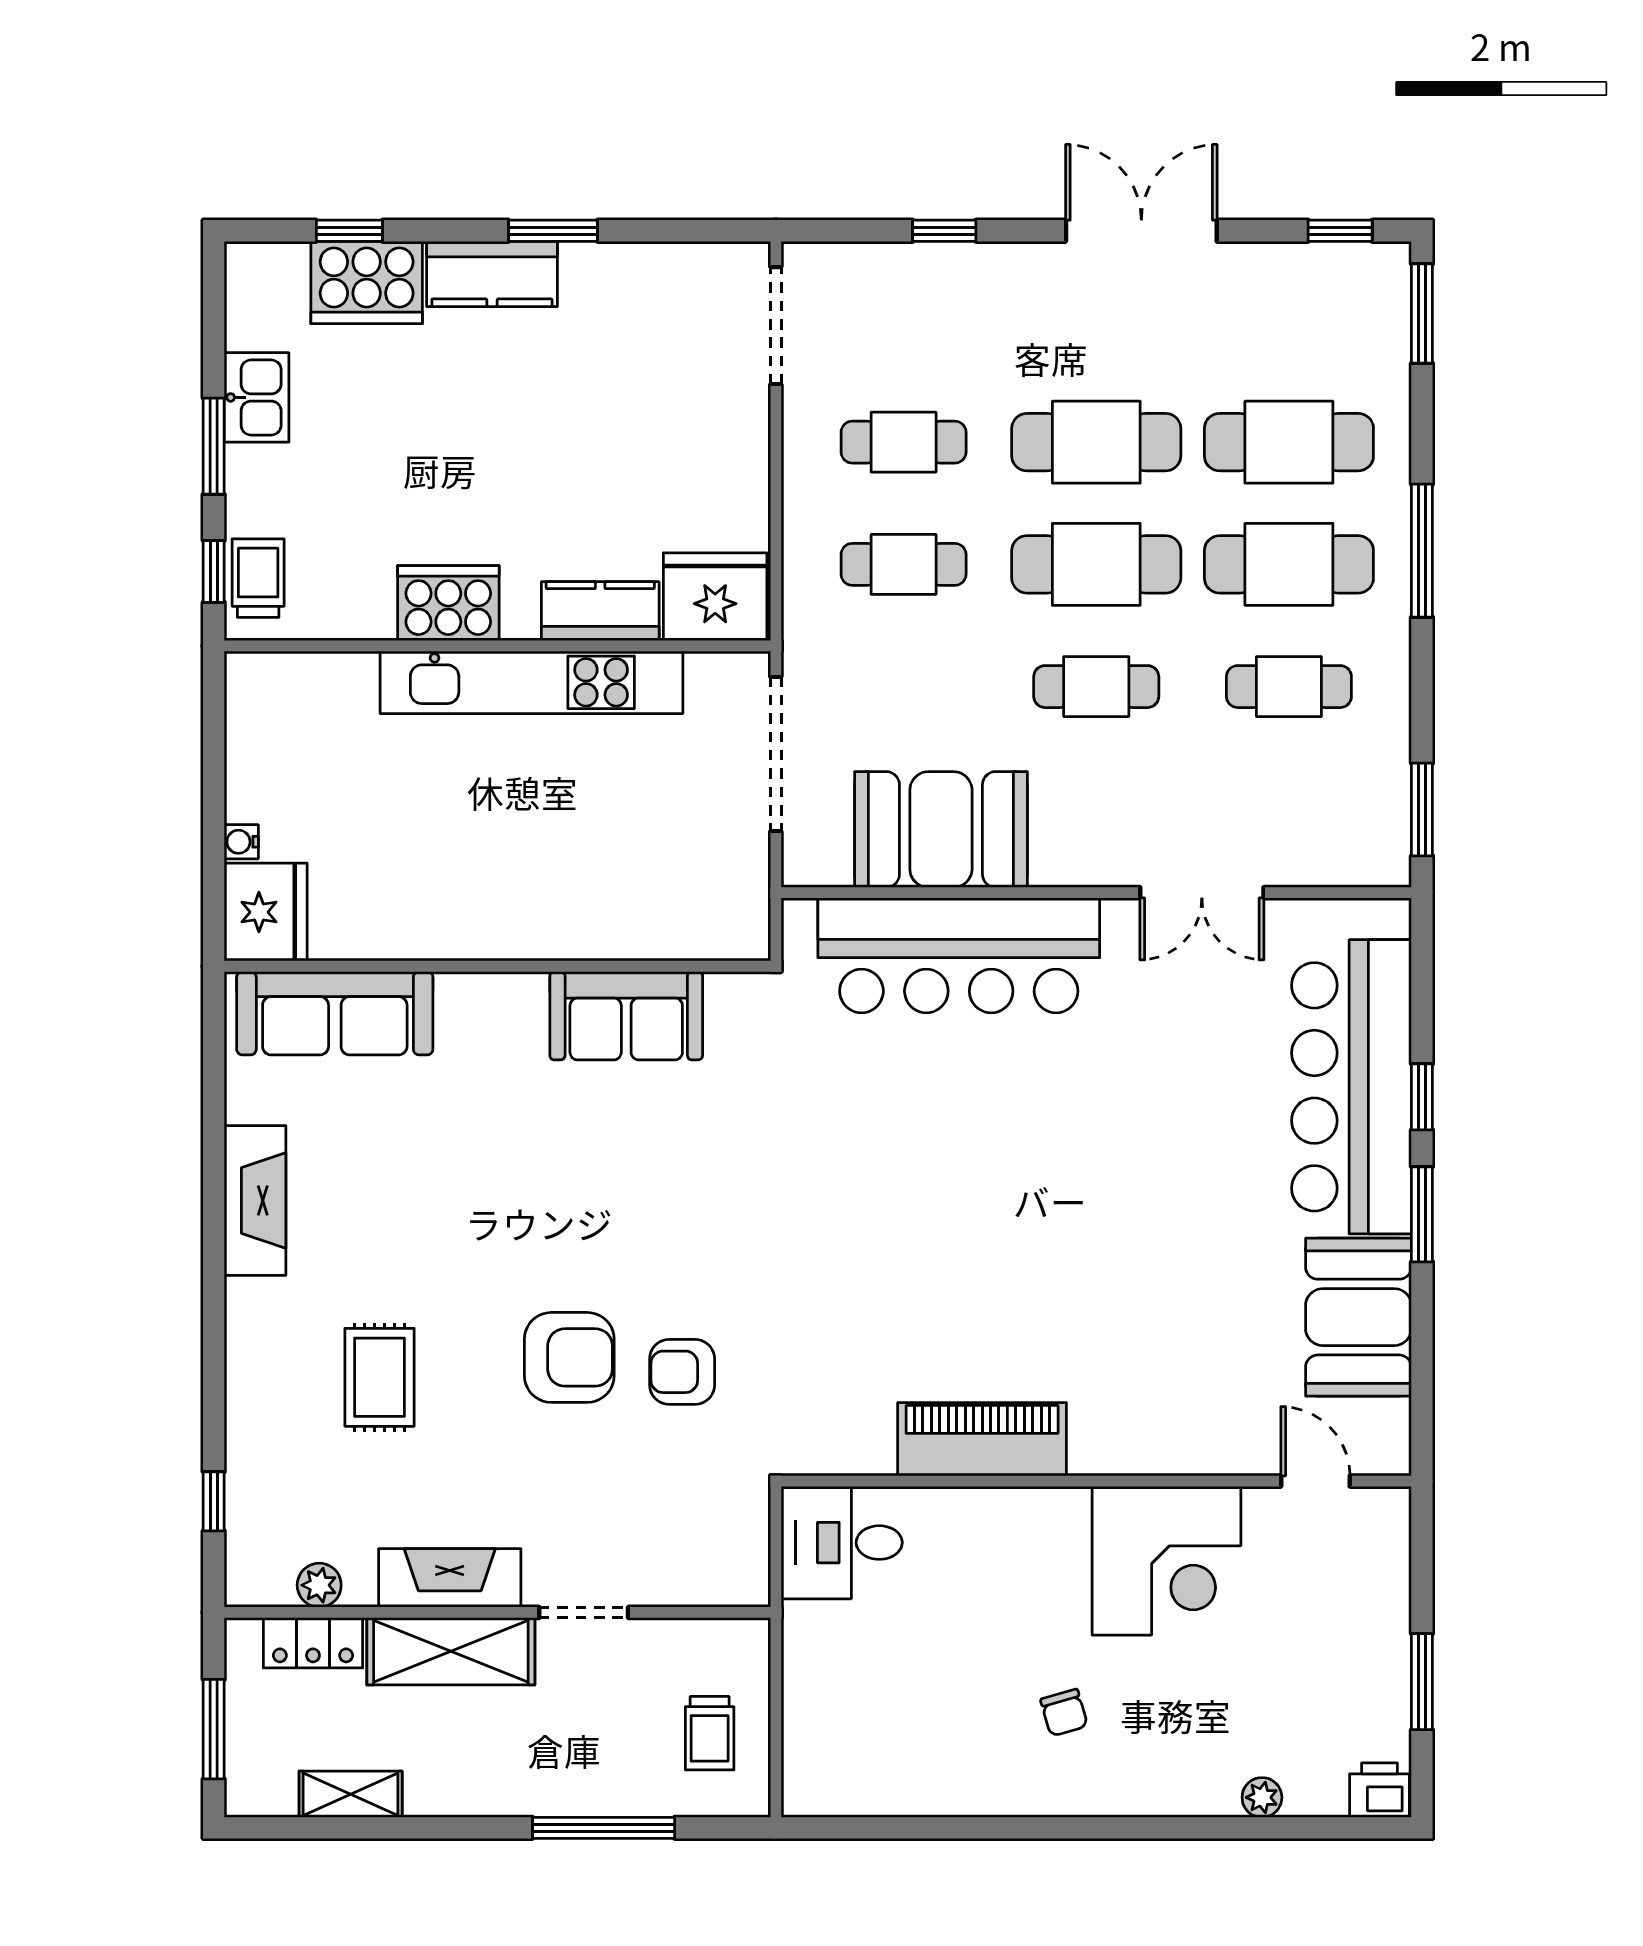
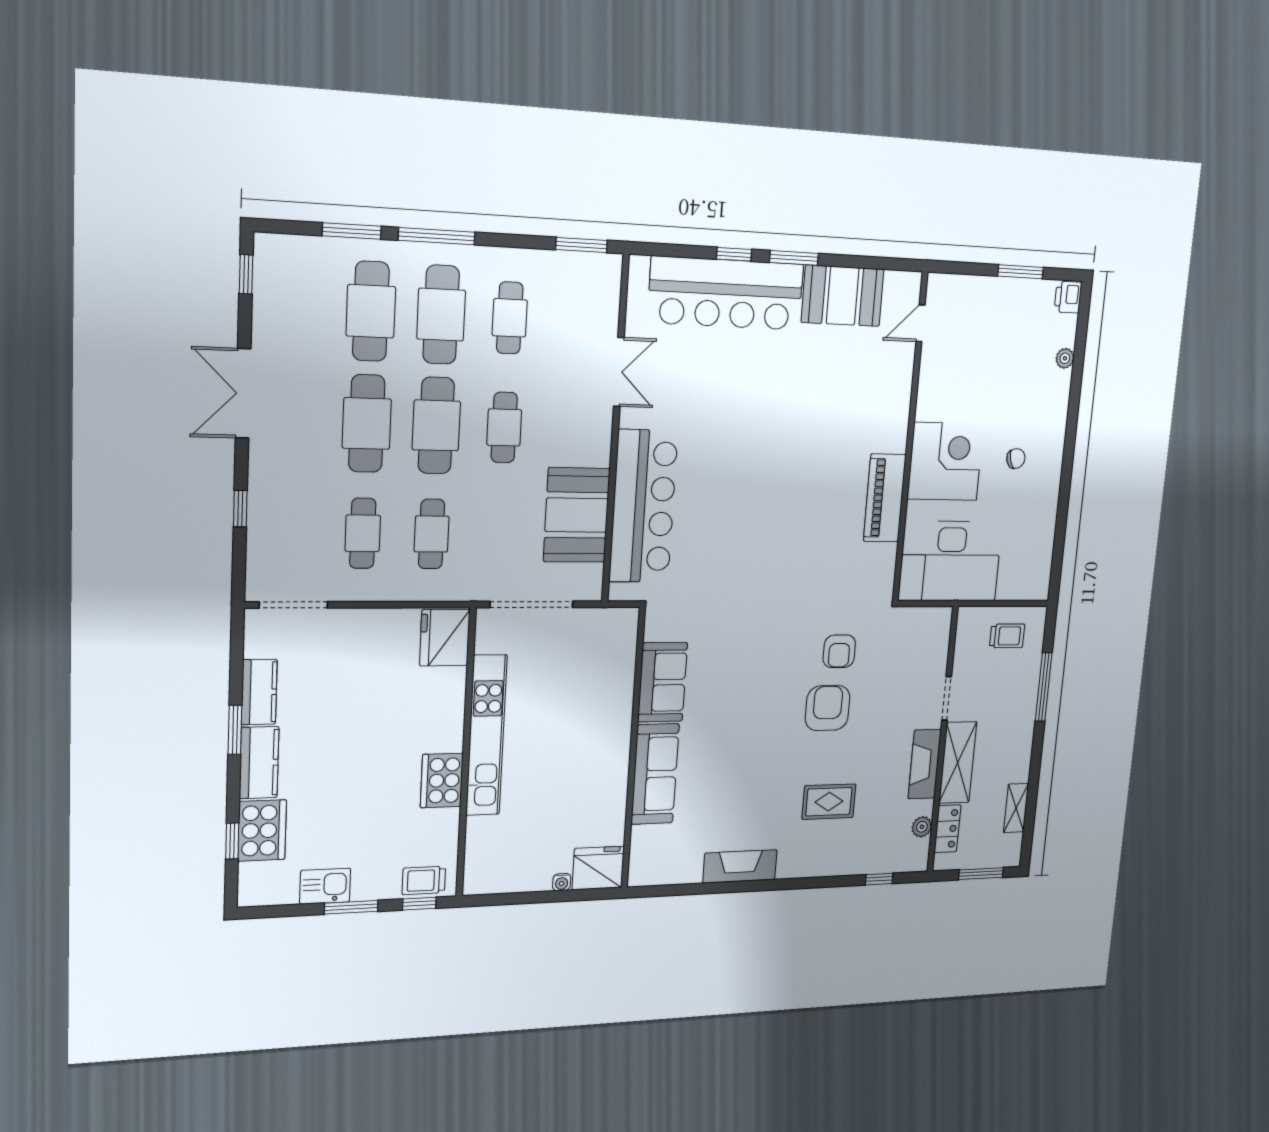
window: (1422, 314) -> (352, 231), moved
kitchen counter: (600, 611) -> (259, 692), moved, turned 180
sofa: (335, 1013) -> (655, 774), moved
desk: (842, 1543) -> (950, 561), width x1.87, depth x1.30
corner desk: (1166, 1561) -> (945, 462), moved

